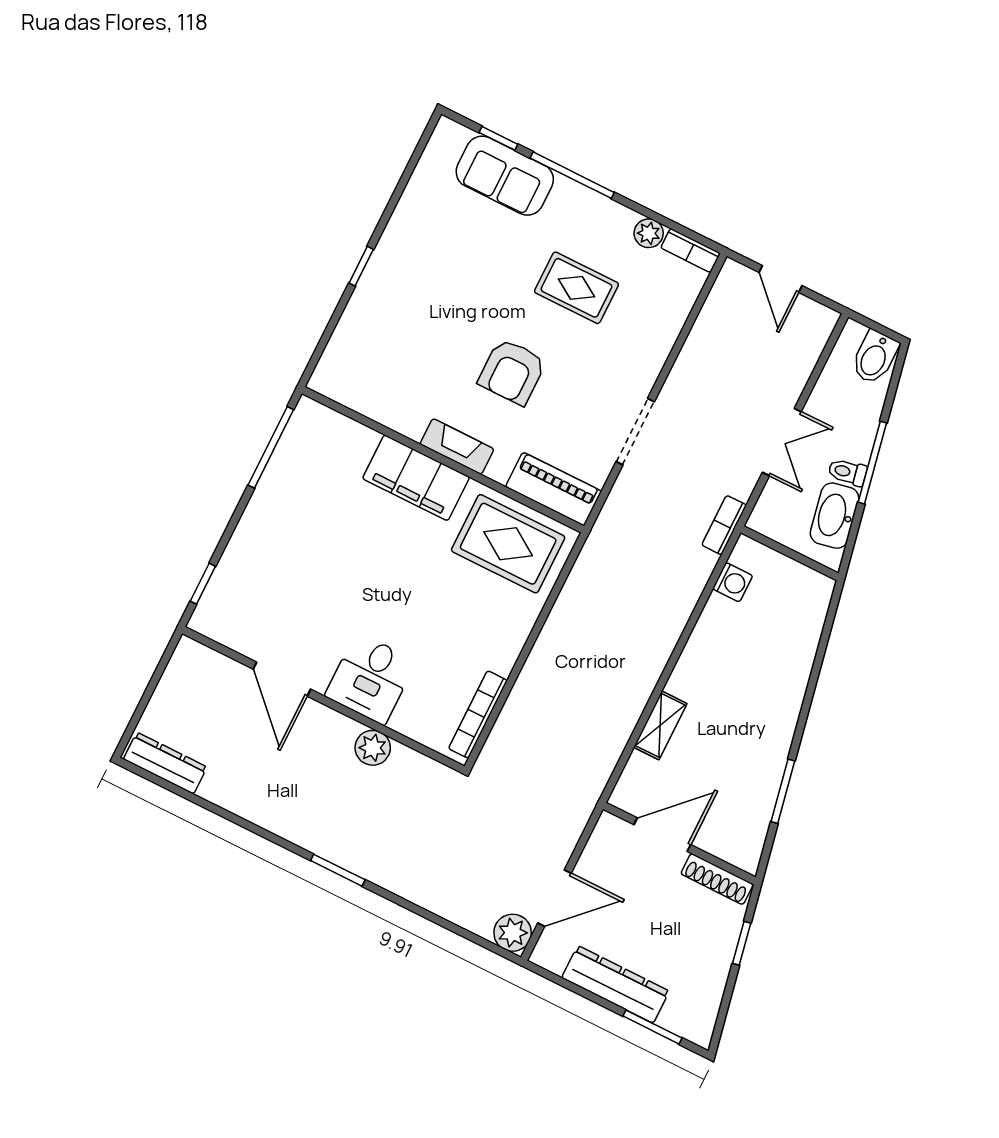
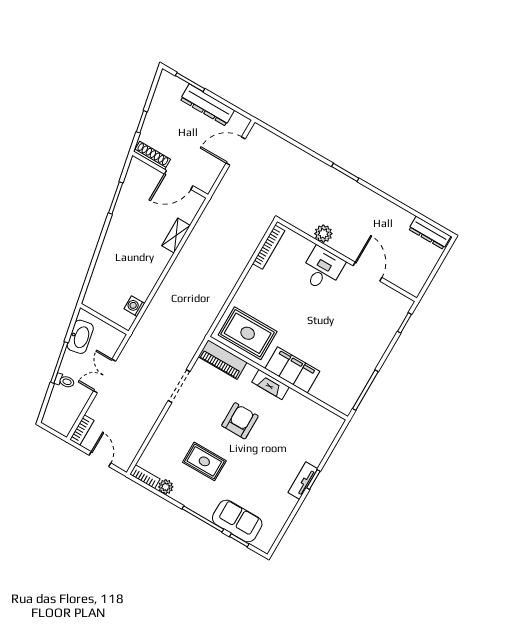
tv unit: (382, 263) -> (303, 481), added
bidet: (875, 357) -> (55, 416), removed
toilet: (847, 472) -> (65, 381), moved
bookcase: (724, 525) -> (82, 430), moved
plant: (513, 933) -> (258, 135), removed

